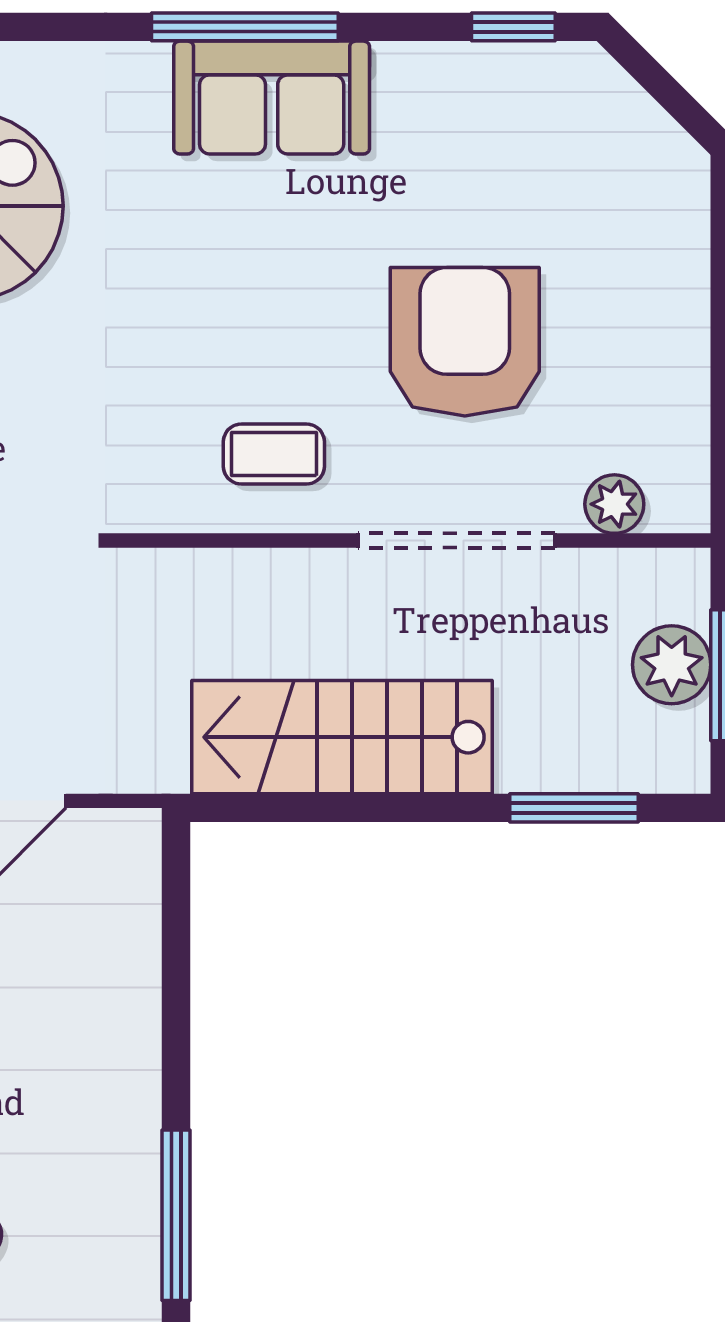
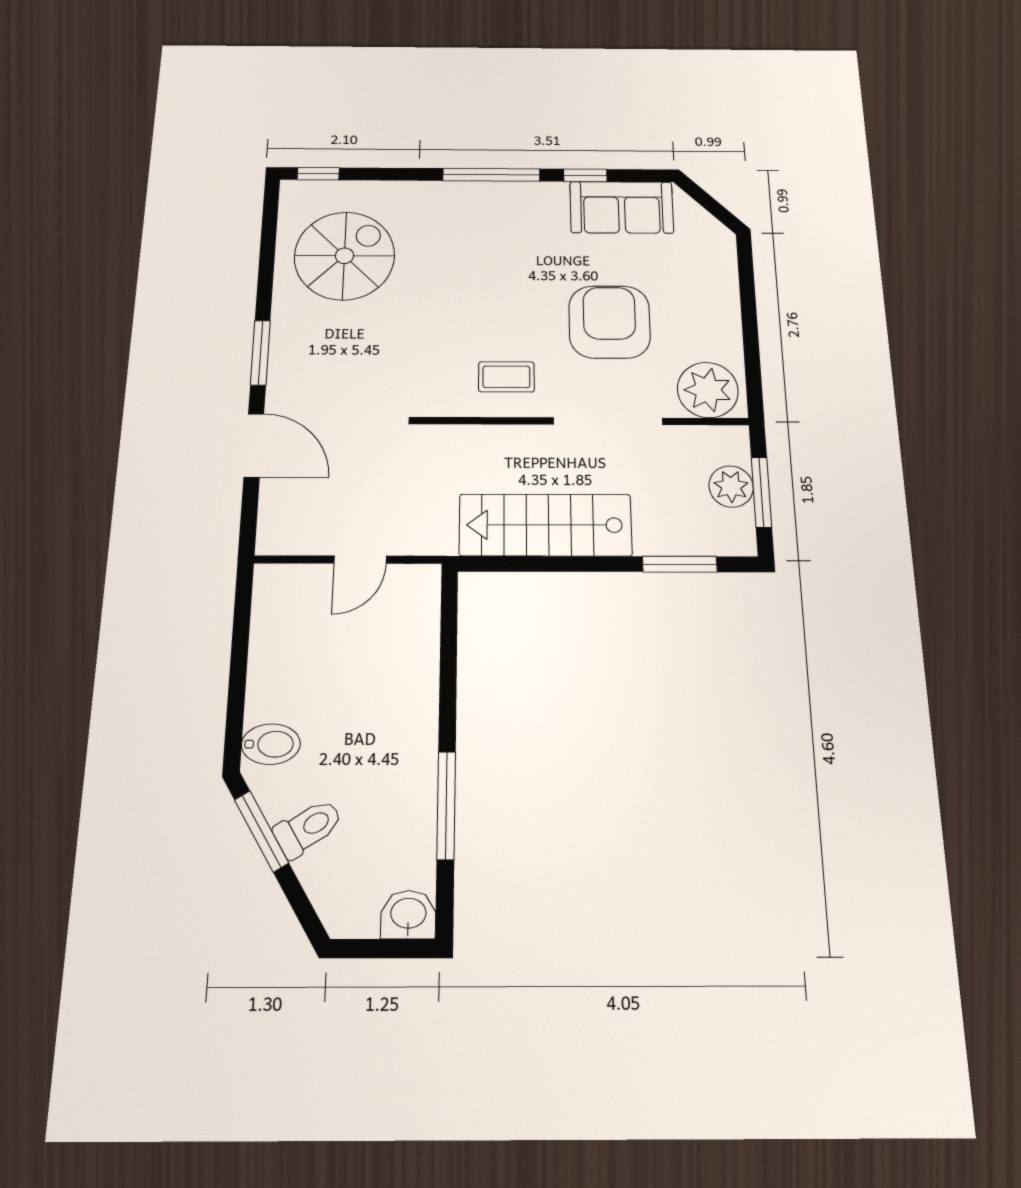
window: (513, 27) -> (585, 175), moved
sofa: (272, 98) -> (622, 207), moved
plant: (614, 504) -> (708, 390), width x1.87, depth x1.87

